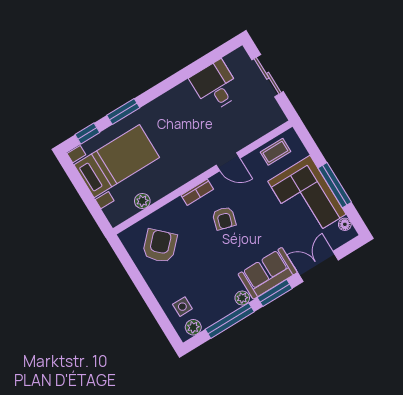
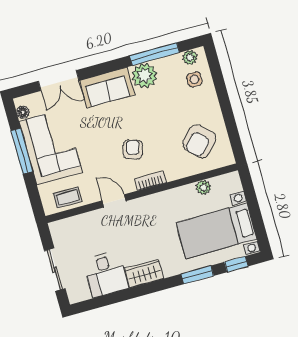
wardrobe: (177, 98) -> (144, 273), added
window: (275, 293) -> (106, 68), removed
plant: (242, 298) -> (144, 76), width x1.87, depth x1.87

